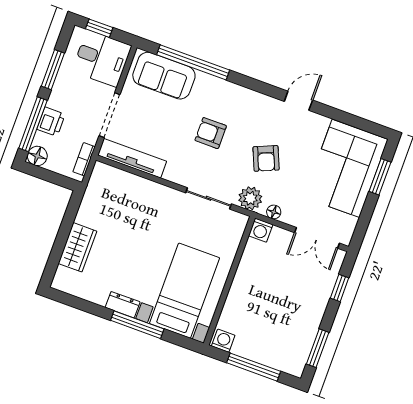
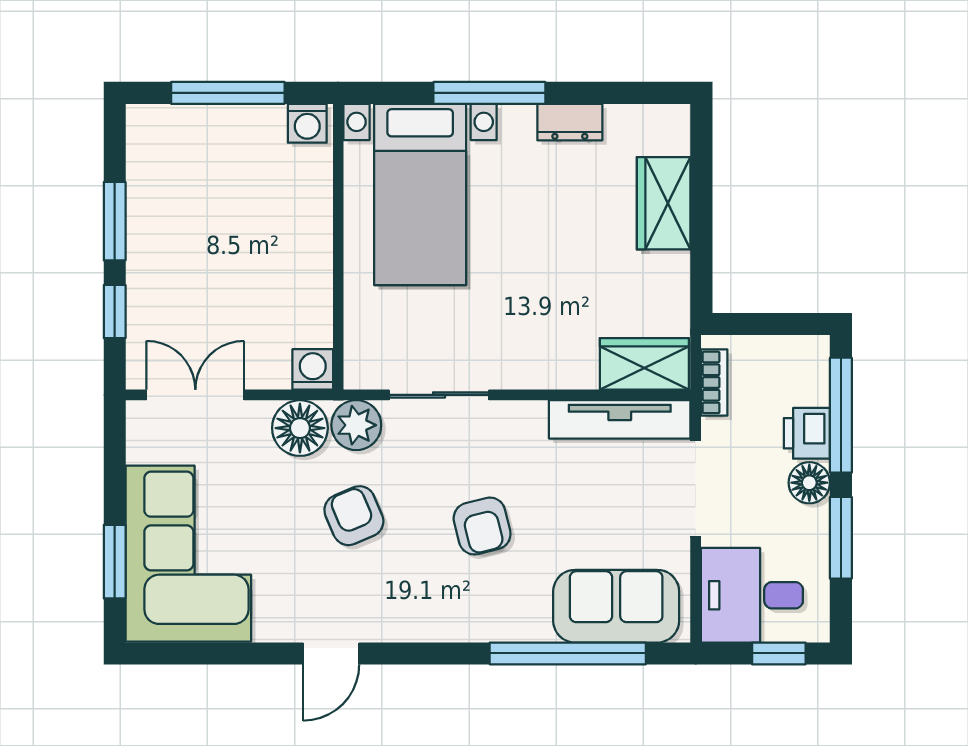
armchair: (211, 133) -> (482, 526), turned 76
floor lamp: (37, 156) -> (809, 483), moved
wardrobe: (112, 179) -> (644, 364), added
floor lamp: (274, 212) -> (300, 428), width x1.89, depth x1.89
dresser: (123, 305) -> (570, 122), moved
window: (318, 348) -> (115, 221), moved

